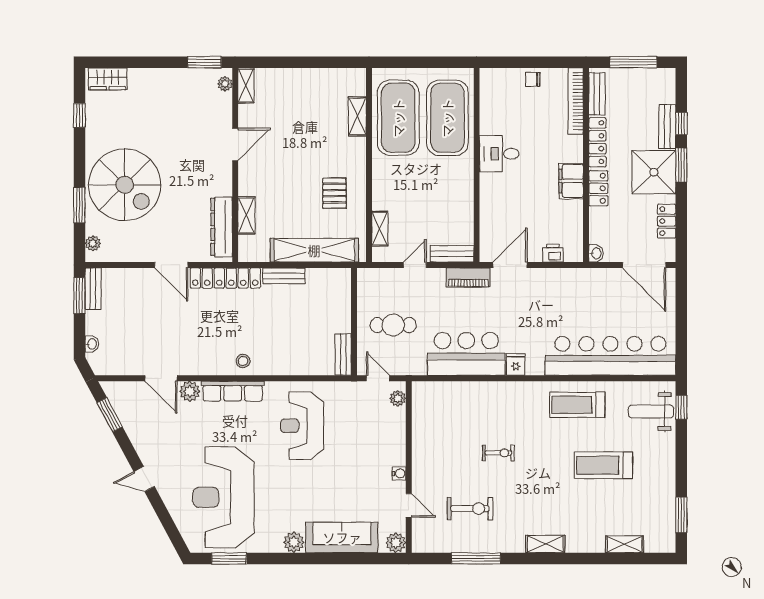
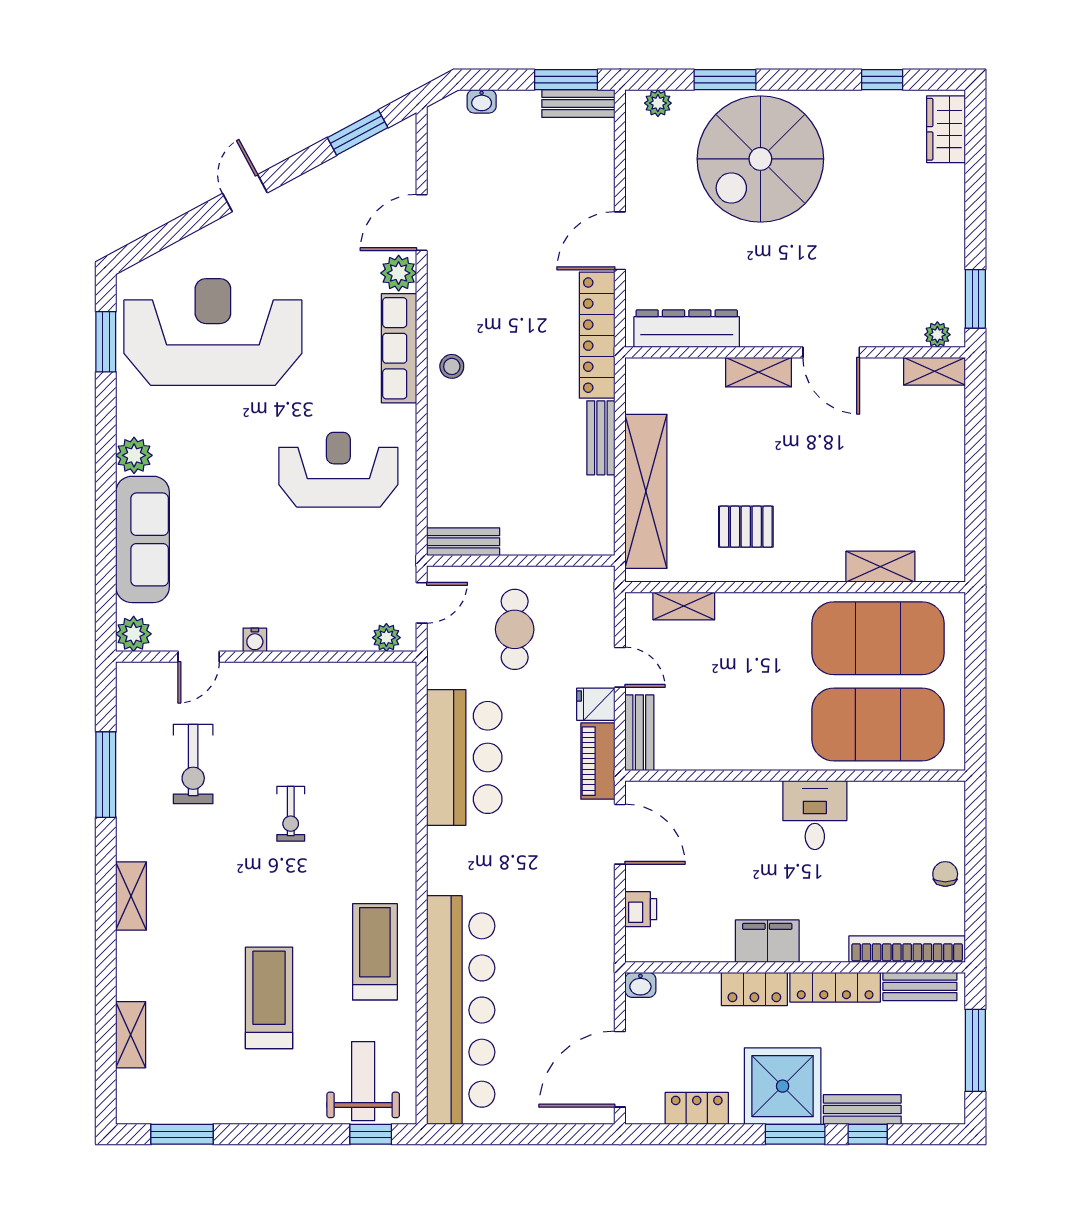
shelving: (246, 215) -> (758, 372), moved
fridge: (516, 364) -> (596, 704), moved, turned 180

